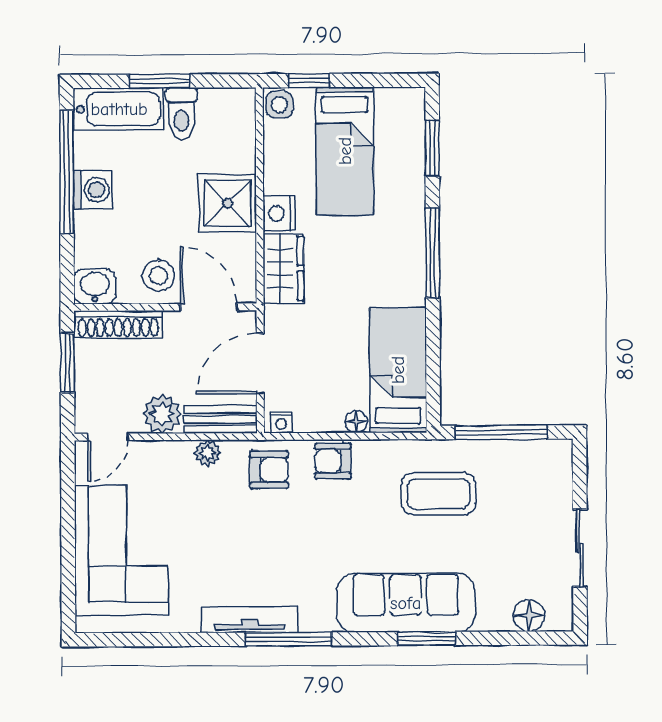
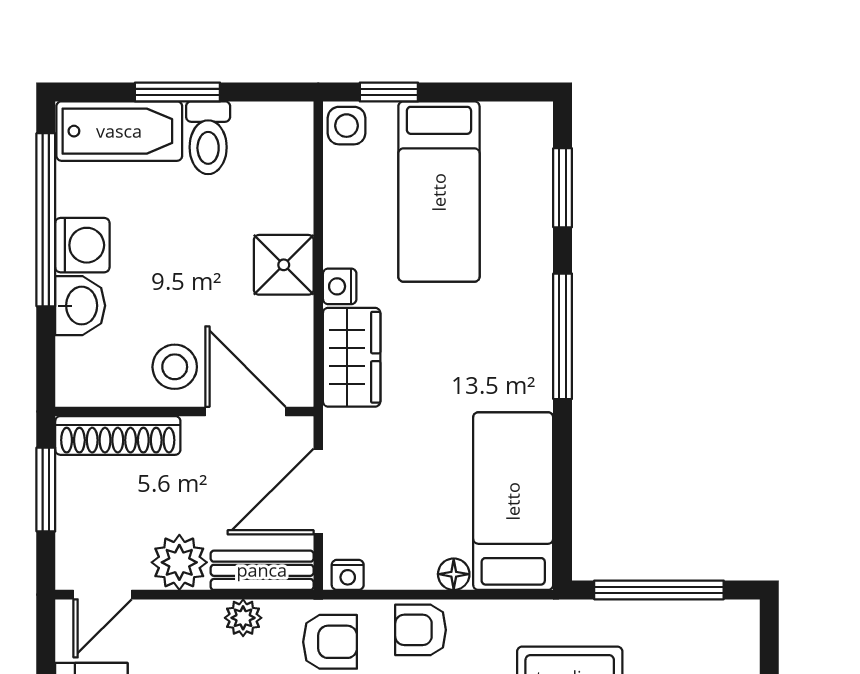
shower: (228, 203) -> (284, 265), width x0.73, depth x0.73
nightstand: (279, 213) -> (340, 286), width x0.72, depth x0.74
washbasin: (95, 286) -> (80, 306), moved, turned 90

